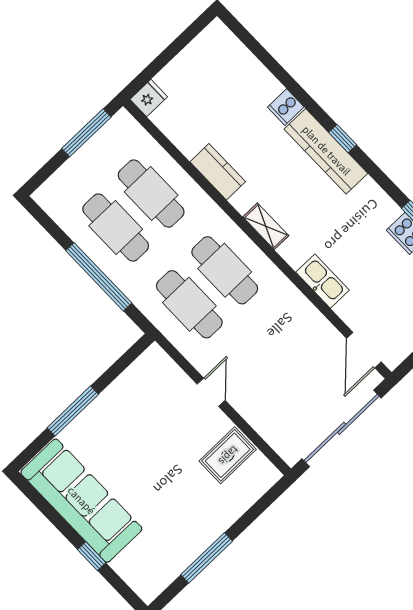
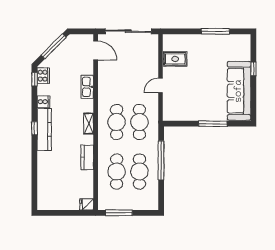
cooker: (286, 107) -> (43, 102), moved
door: (364, 350) -> (96, 50), hinge flipped

